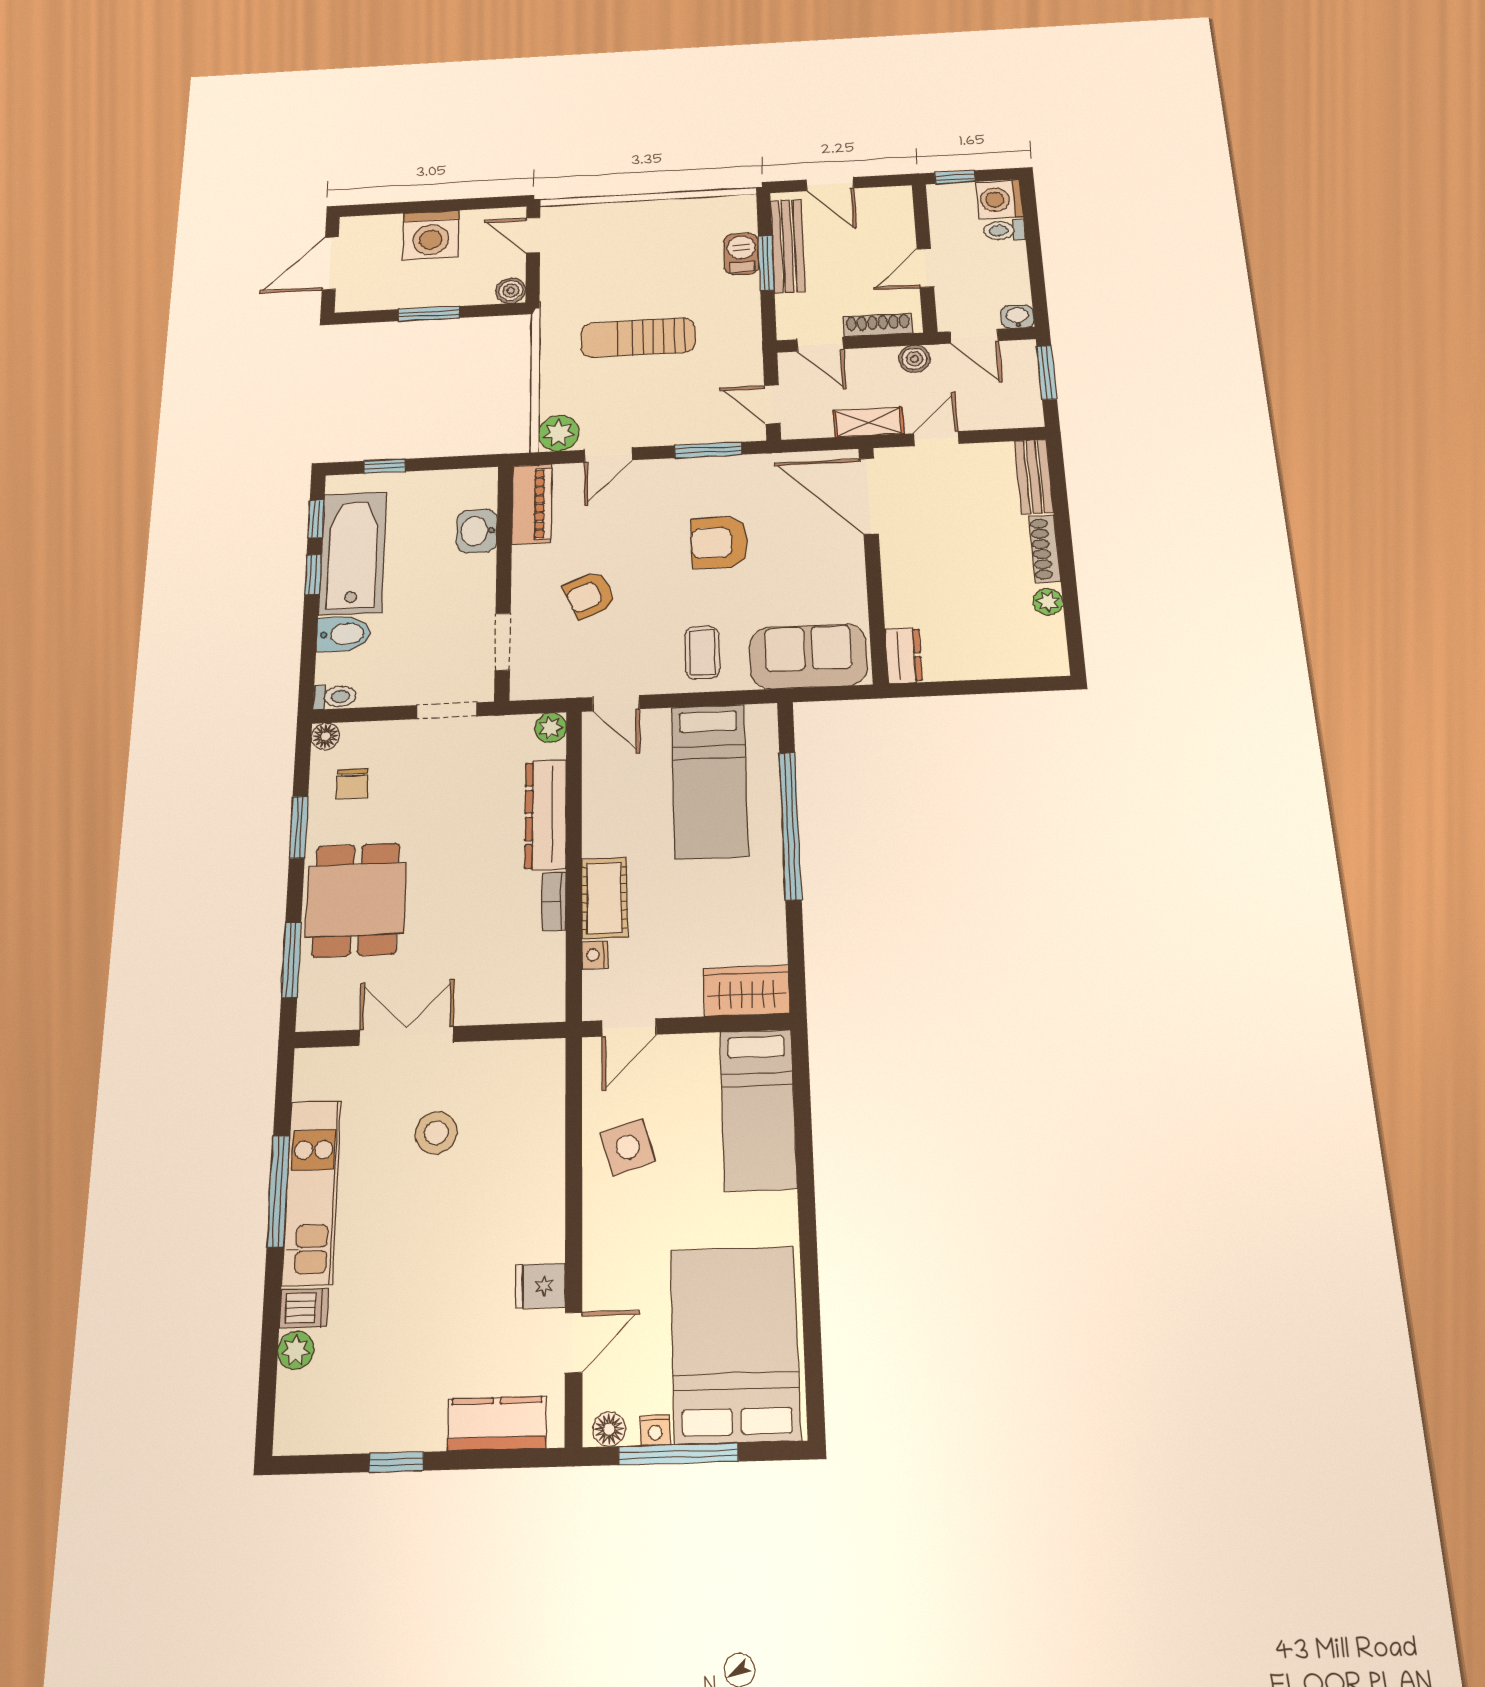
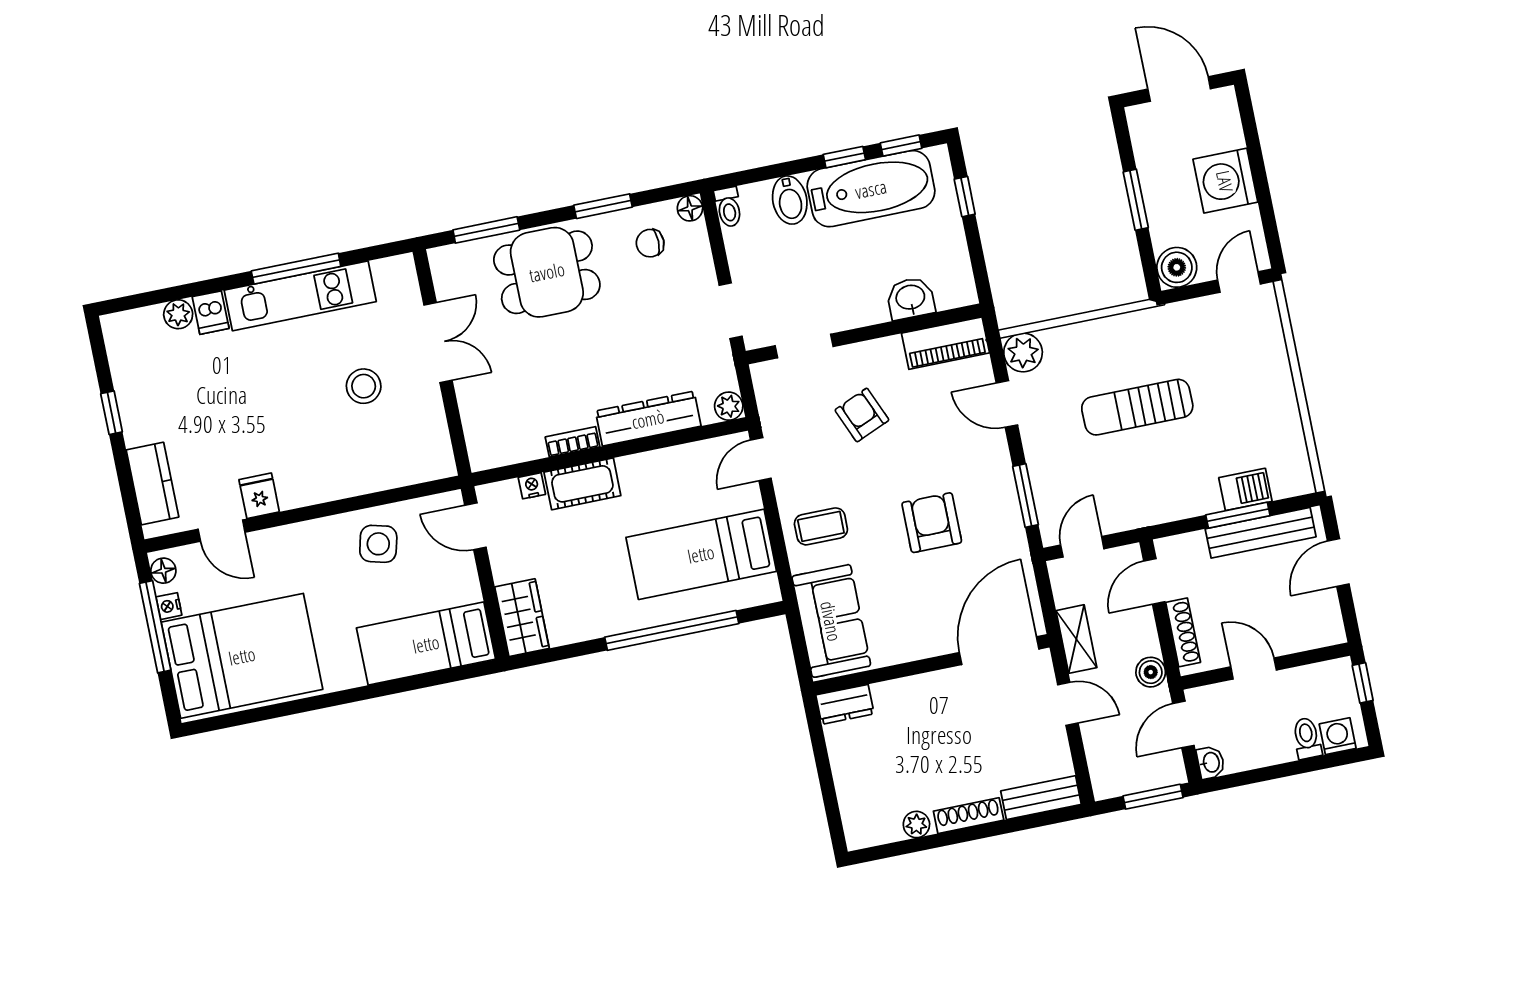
washing machine: (999, 199) -> (1338, 736), width x0.73, depth x0.73
boiler: (511, 291) -> (1177, 267), width x1.36, depth x1.36
sun lounger: (638, 338) -> (1137, 407), turned -90
side table: (628, 1147) -> (378, 544), turned 31

